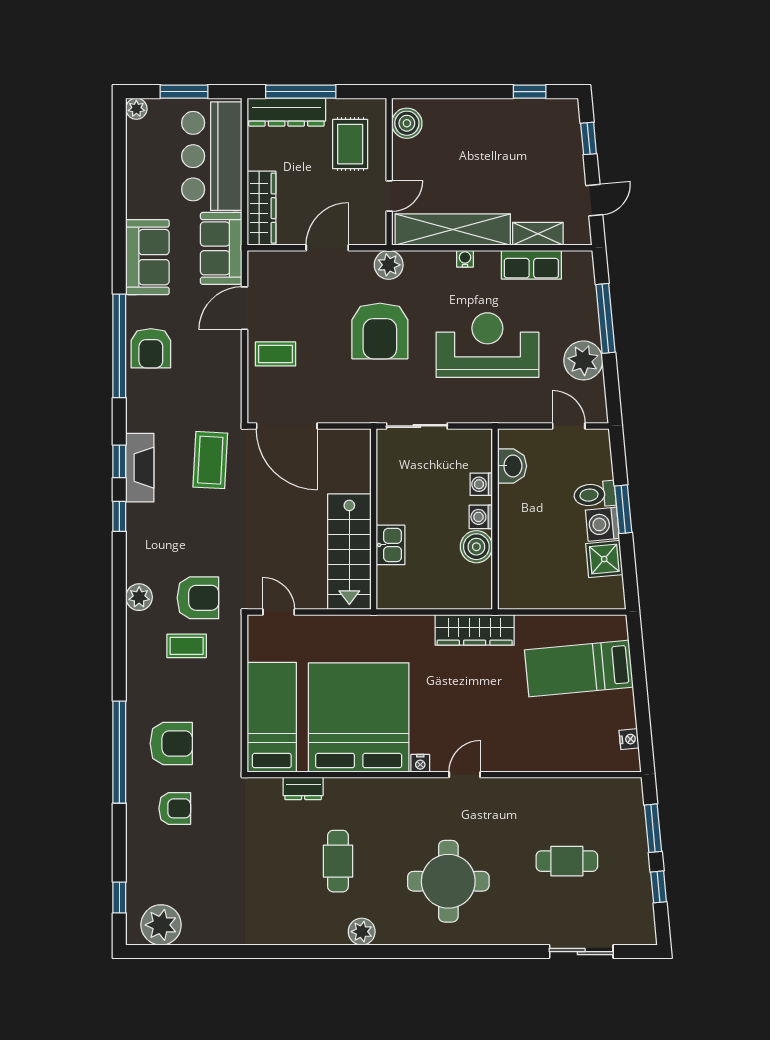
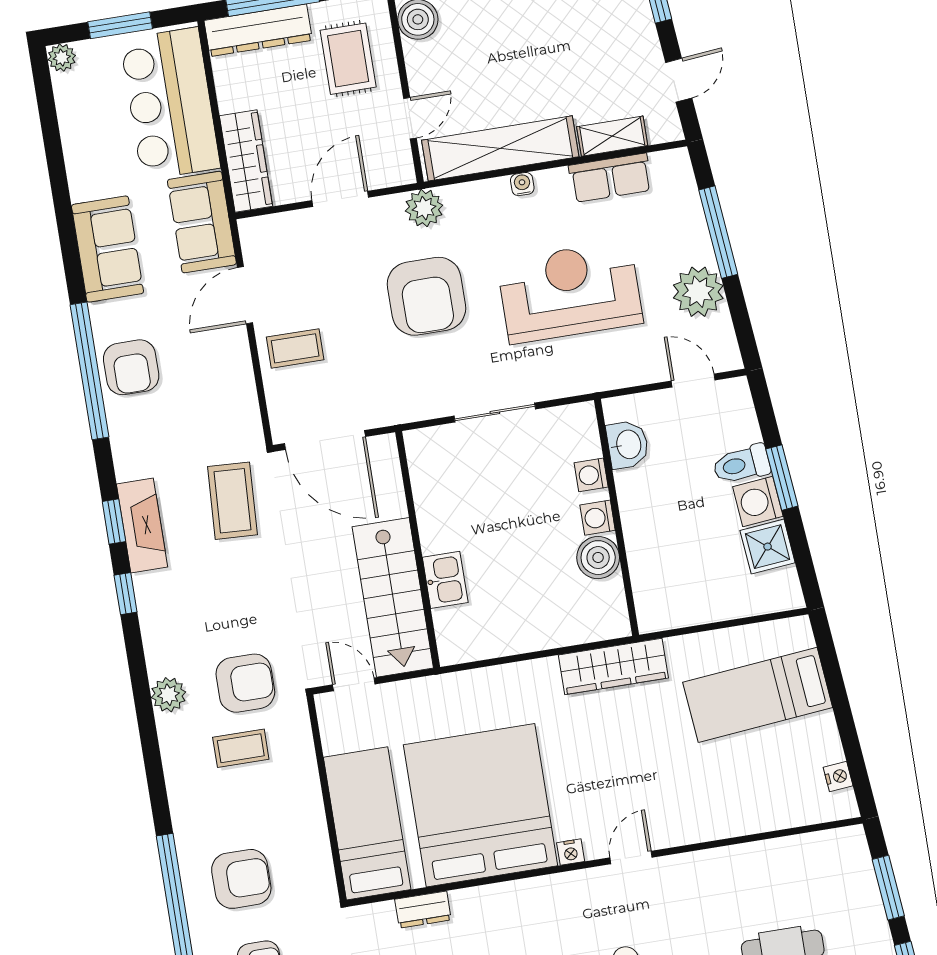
wall: (374, 519) -> (418, 550), moved
kitchen sink: (391, 545) -> (445, 580), moved
stairs: (349, 552) -> (393, 597), moved

